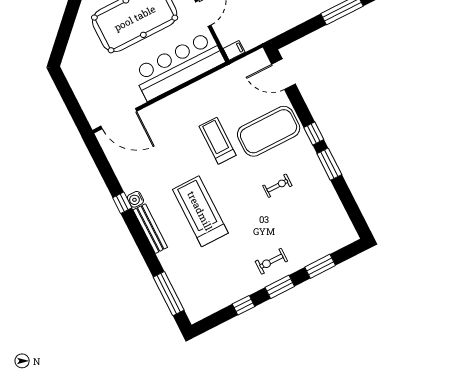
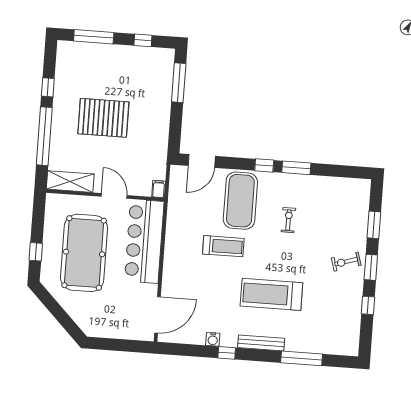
treadmill: (218, 141) -> (223, 246), turned 180
water cooler: (135, 199) -> (213, 339), moved
exercise bike: (271, 261) -> (346, 262), turned 73
window: (169, 294) -> (302, 358), moved

